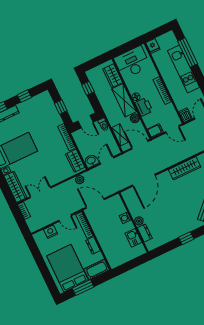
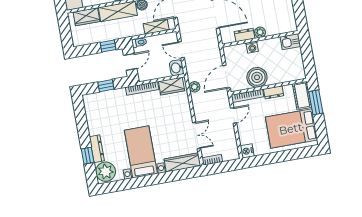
window: (88, 88) -> (108, 46), moved
window: (24, 96) -> (82, 124), removed
double door: (40, 192) -> (197, 136), swing flipped
boiler: (101, 229) -> (257, 77), added
nightstand: (51, 232) -> (247, 151), moved
dresser: (145, 233) -> (244, 35), moved
kitchen sink: (133, 238) -> (290, 42), moved
window: (83, 288) -> (316, 102), moved

